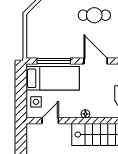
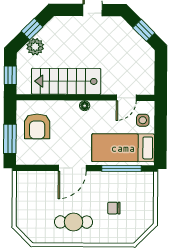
chair: (60, 27) -> (114, 208), added
door: (96, 61) -> (72, 168), hinge flipped

